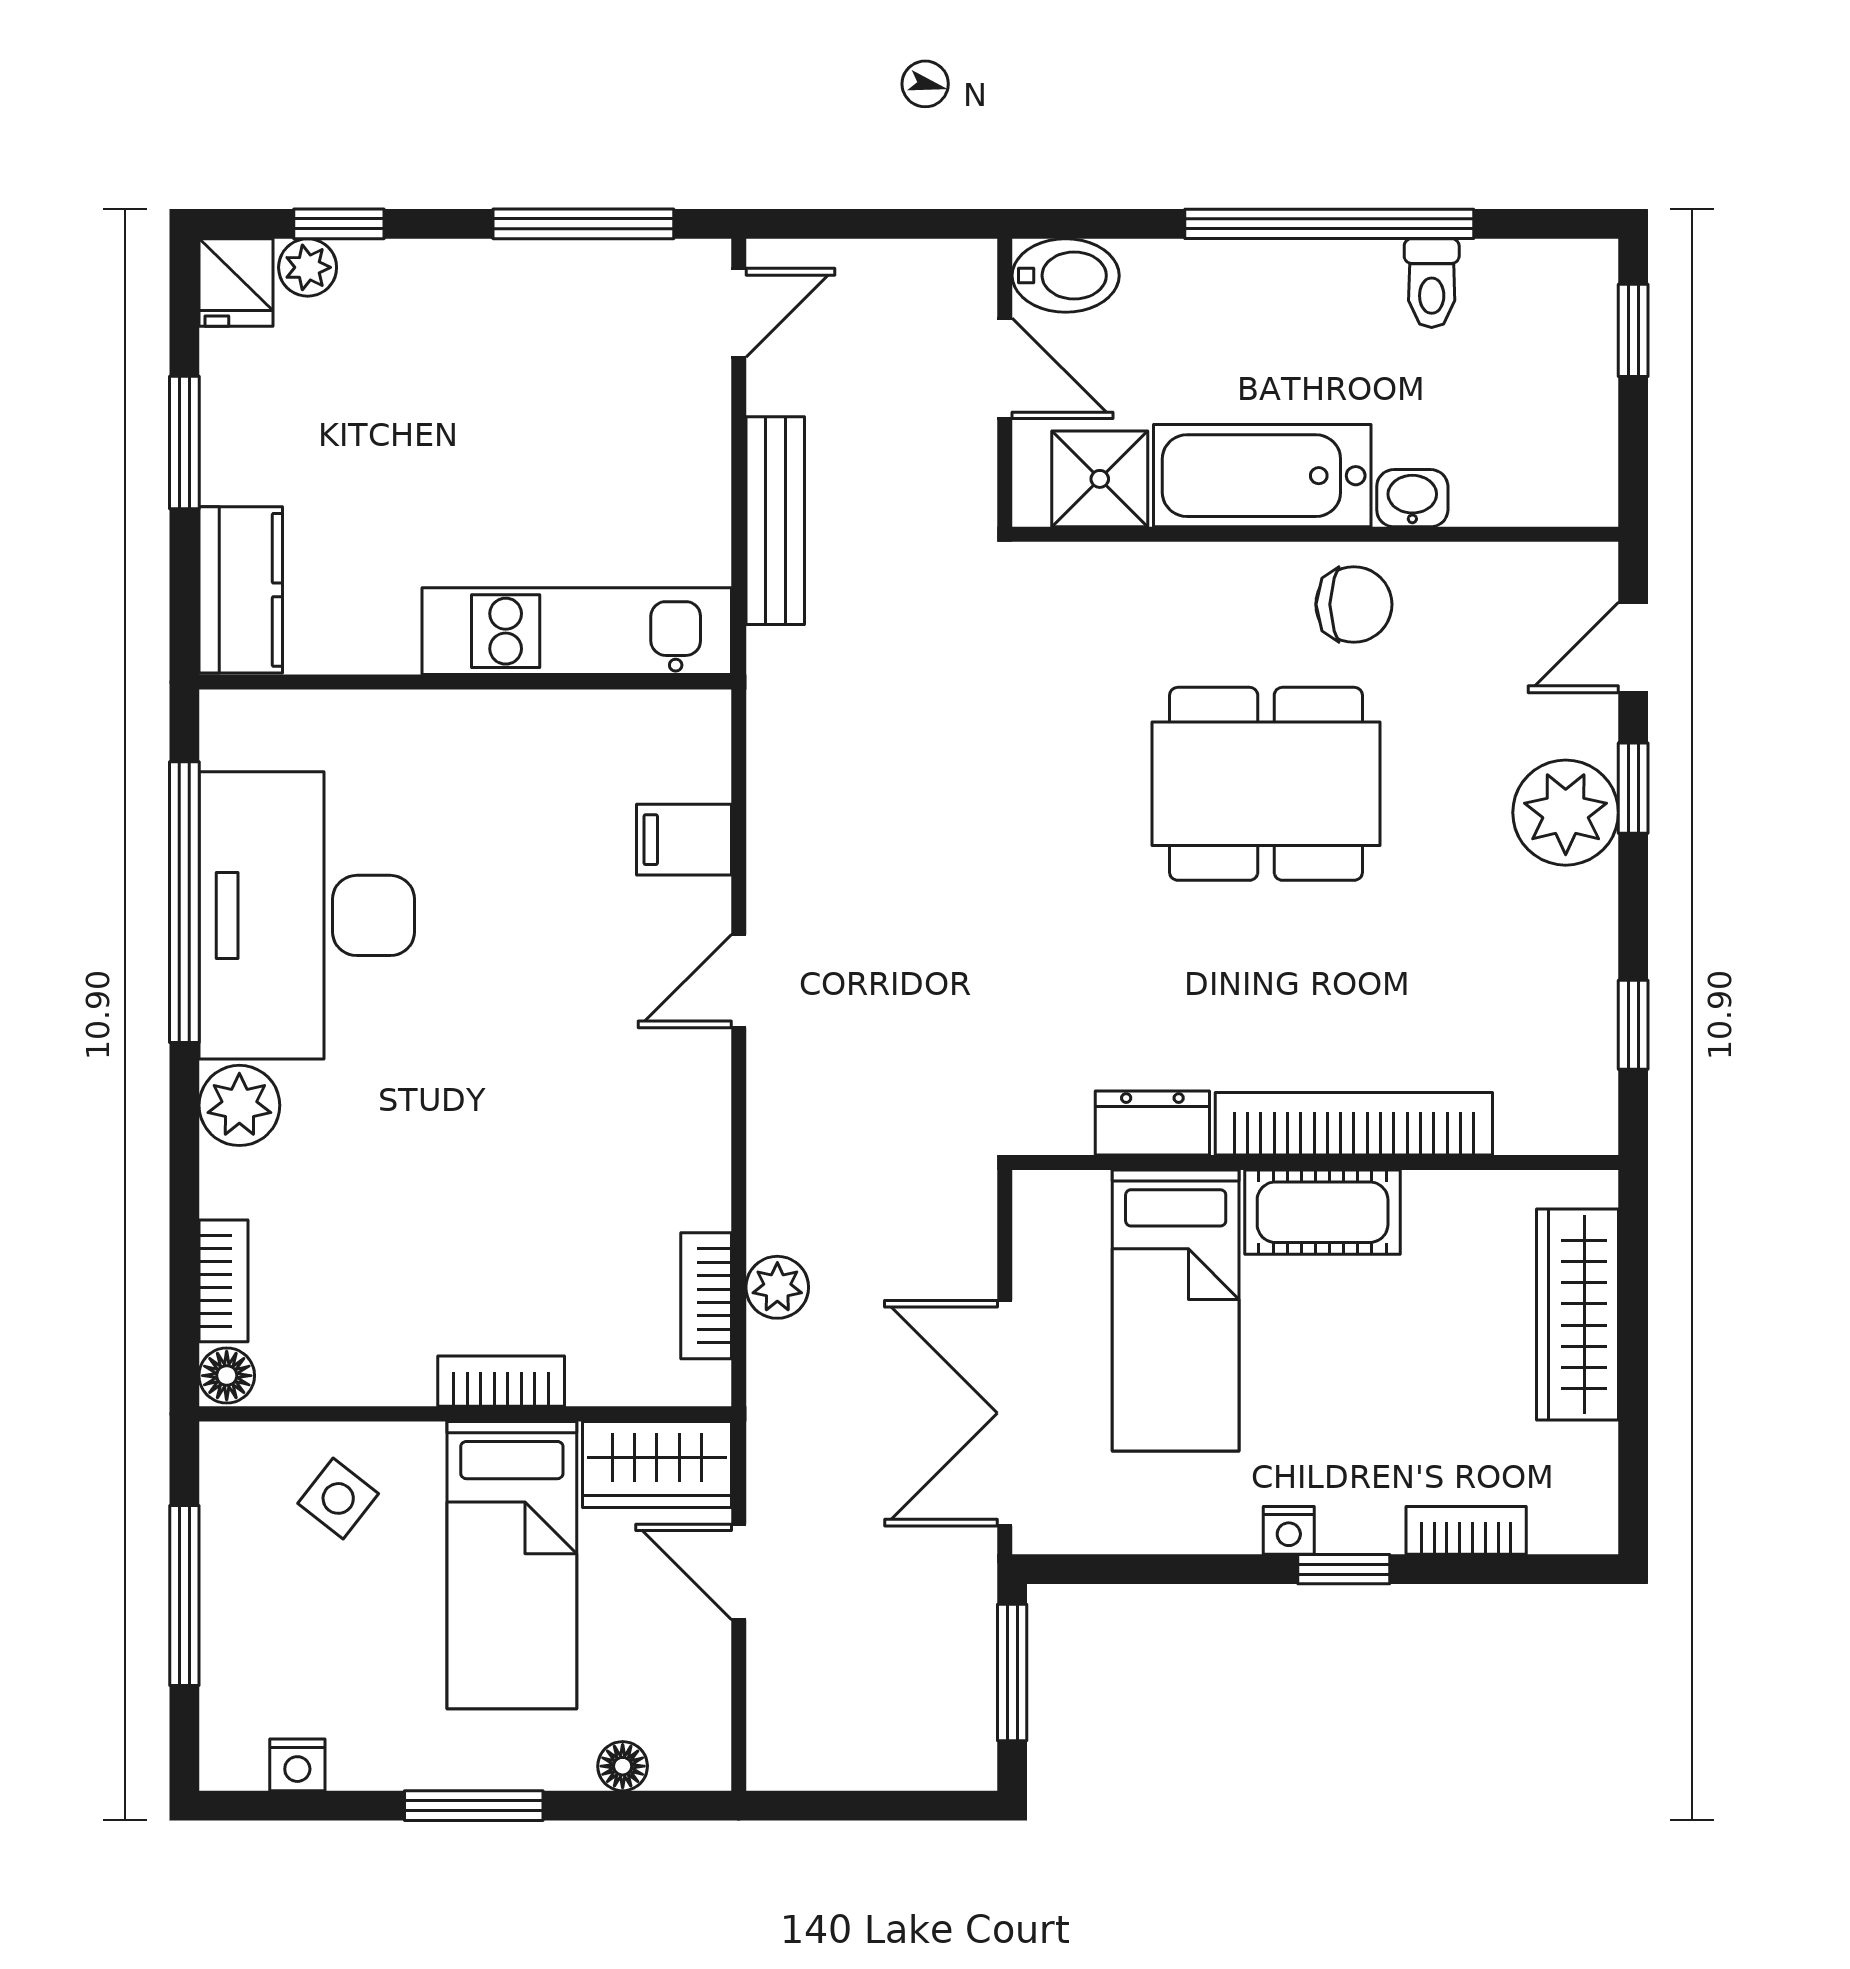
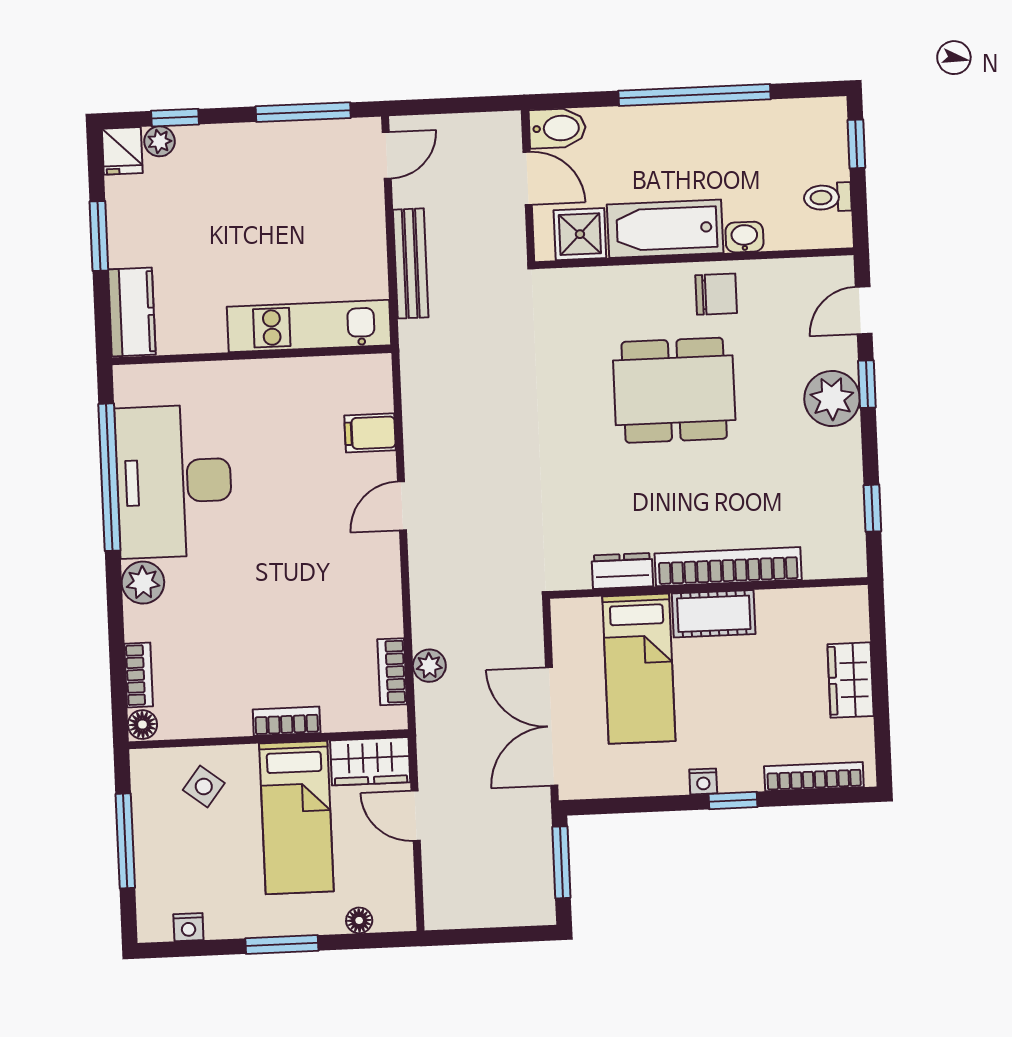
toilet: (1432, 283) -> (828, 197), moved, turned 90
wardrobe: (1577, 1314) -> (851, 680), width x0.67
bookcase: (1466, 1530) -> (814, 777), width x1.56

